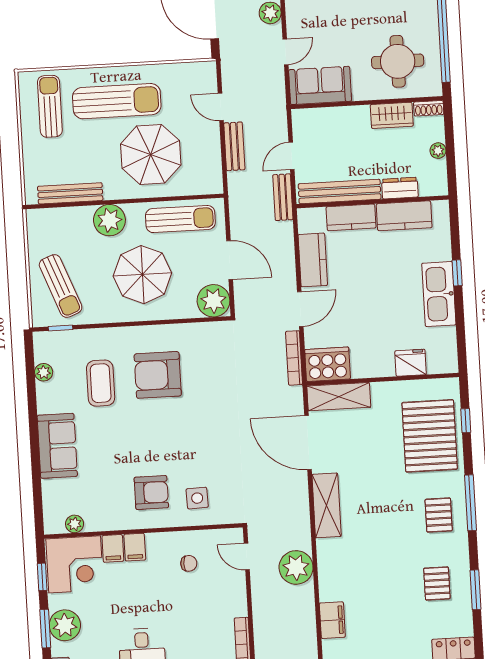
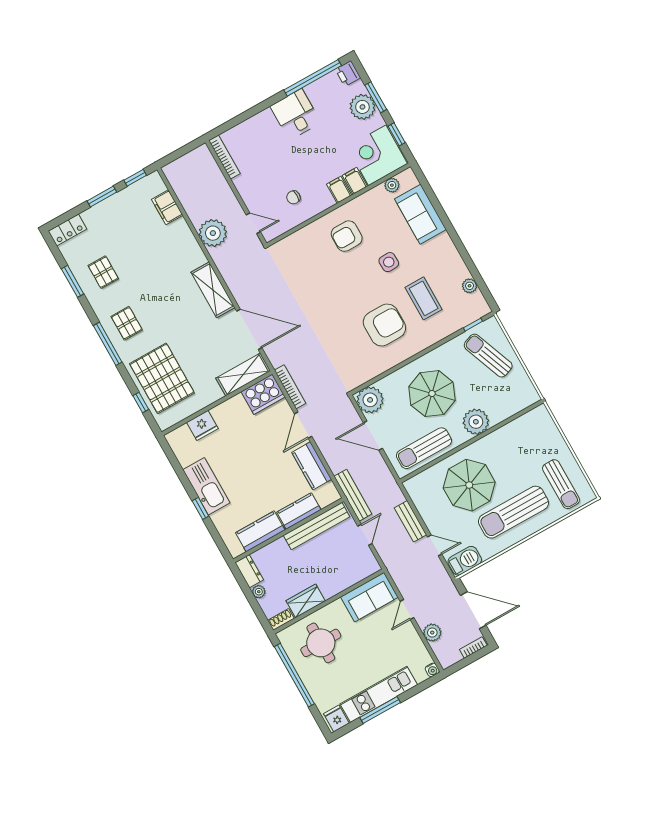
barbecue: (196, 74) -> (465, 561), added
dresser: (400, 188) -> (249, 571), moved, turned -90
bench: (70, 193) -> (515, 427), removed
bench: (283, 197) -> (353, 495), width x1.36
sofa: (57, 446) -> (420, 214), moved
side table: (197, 498) -> (389, 262), moved

